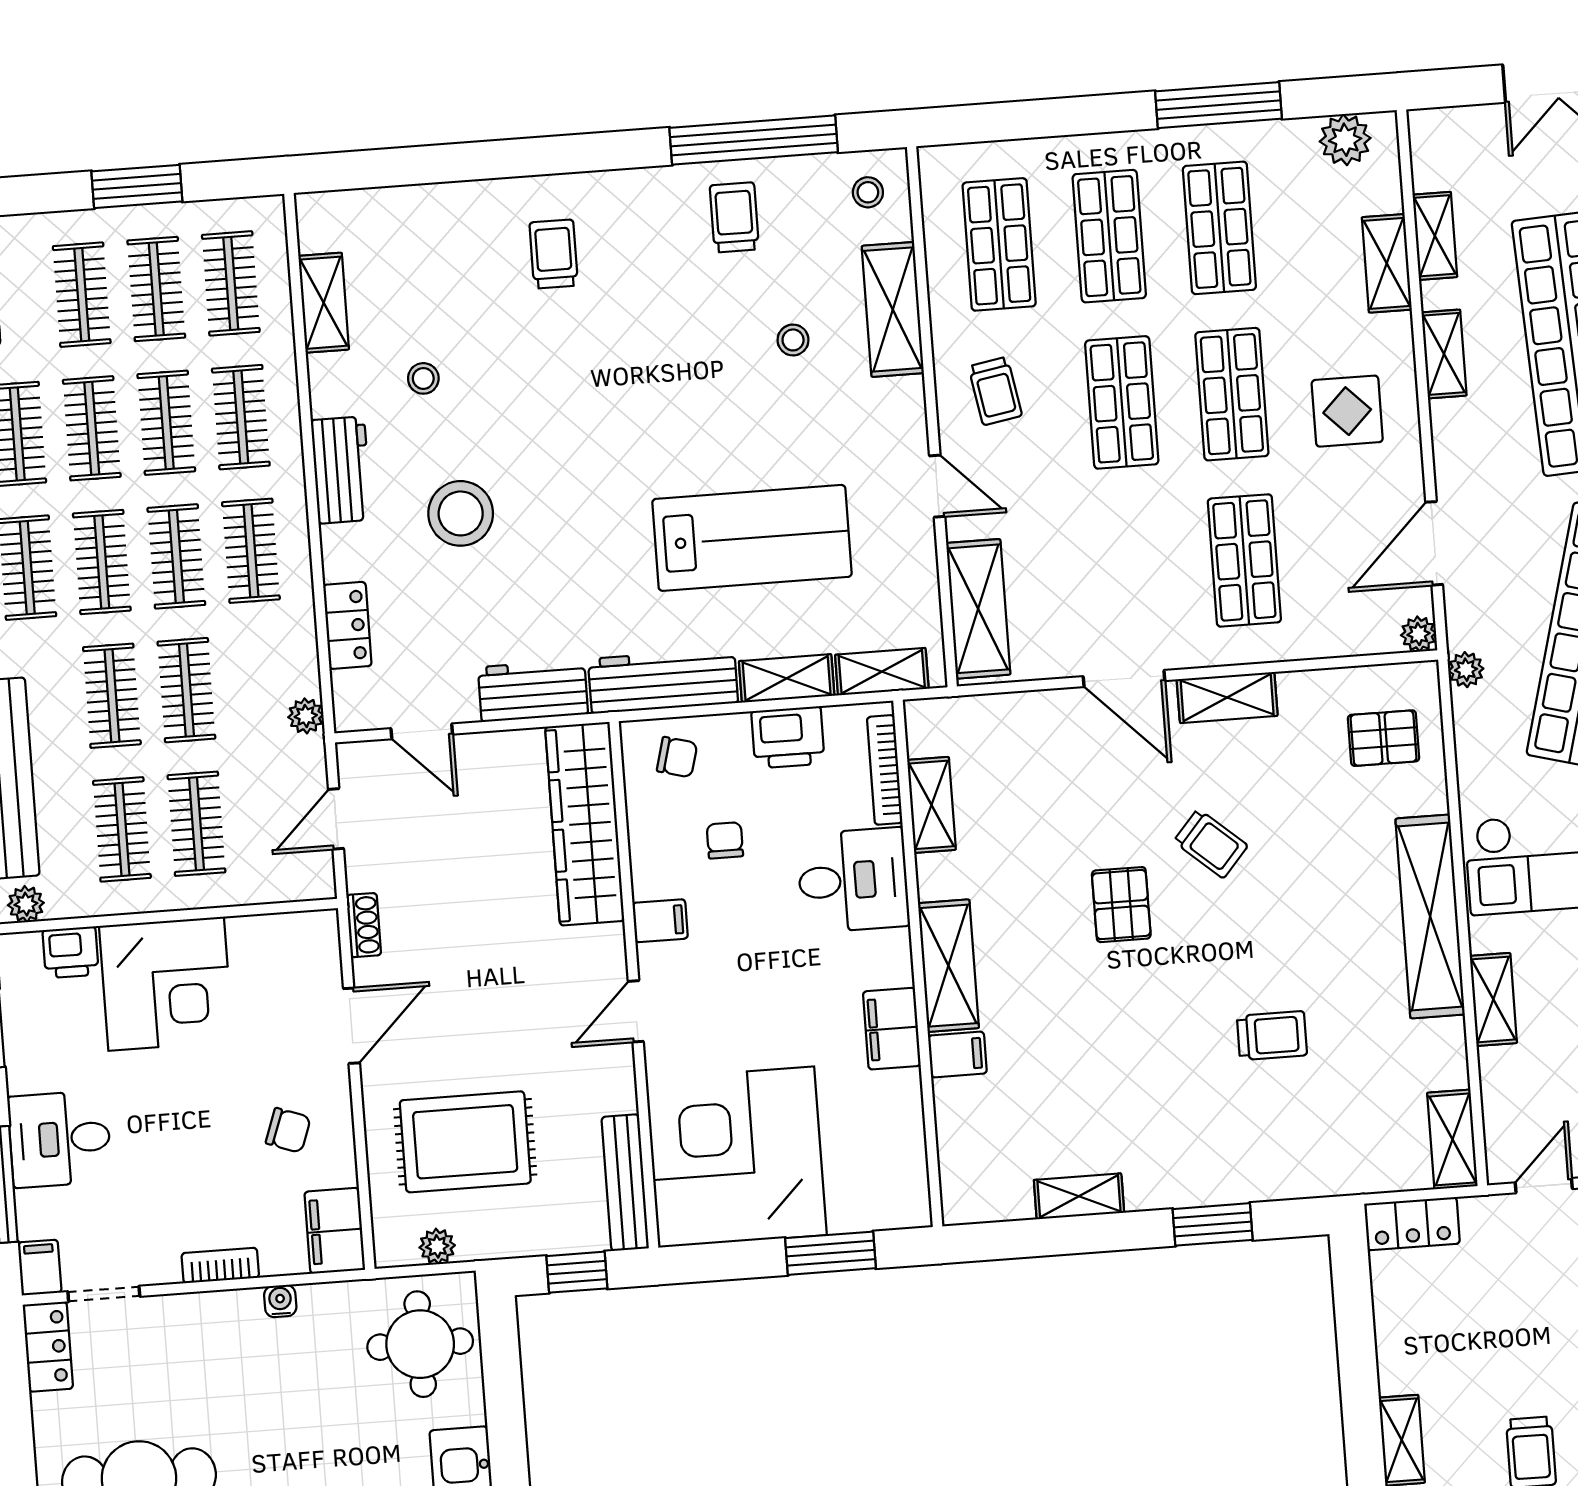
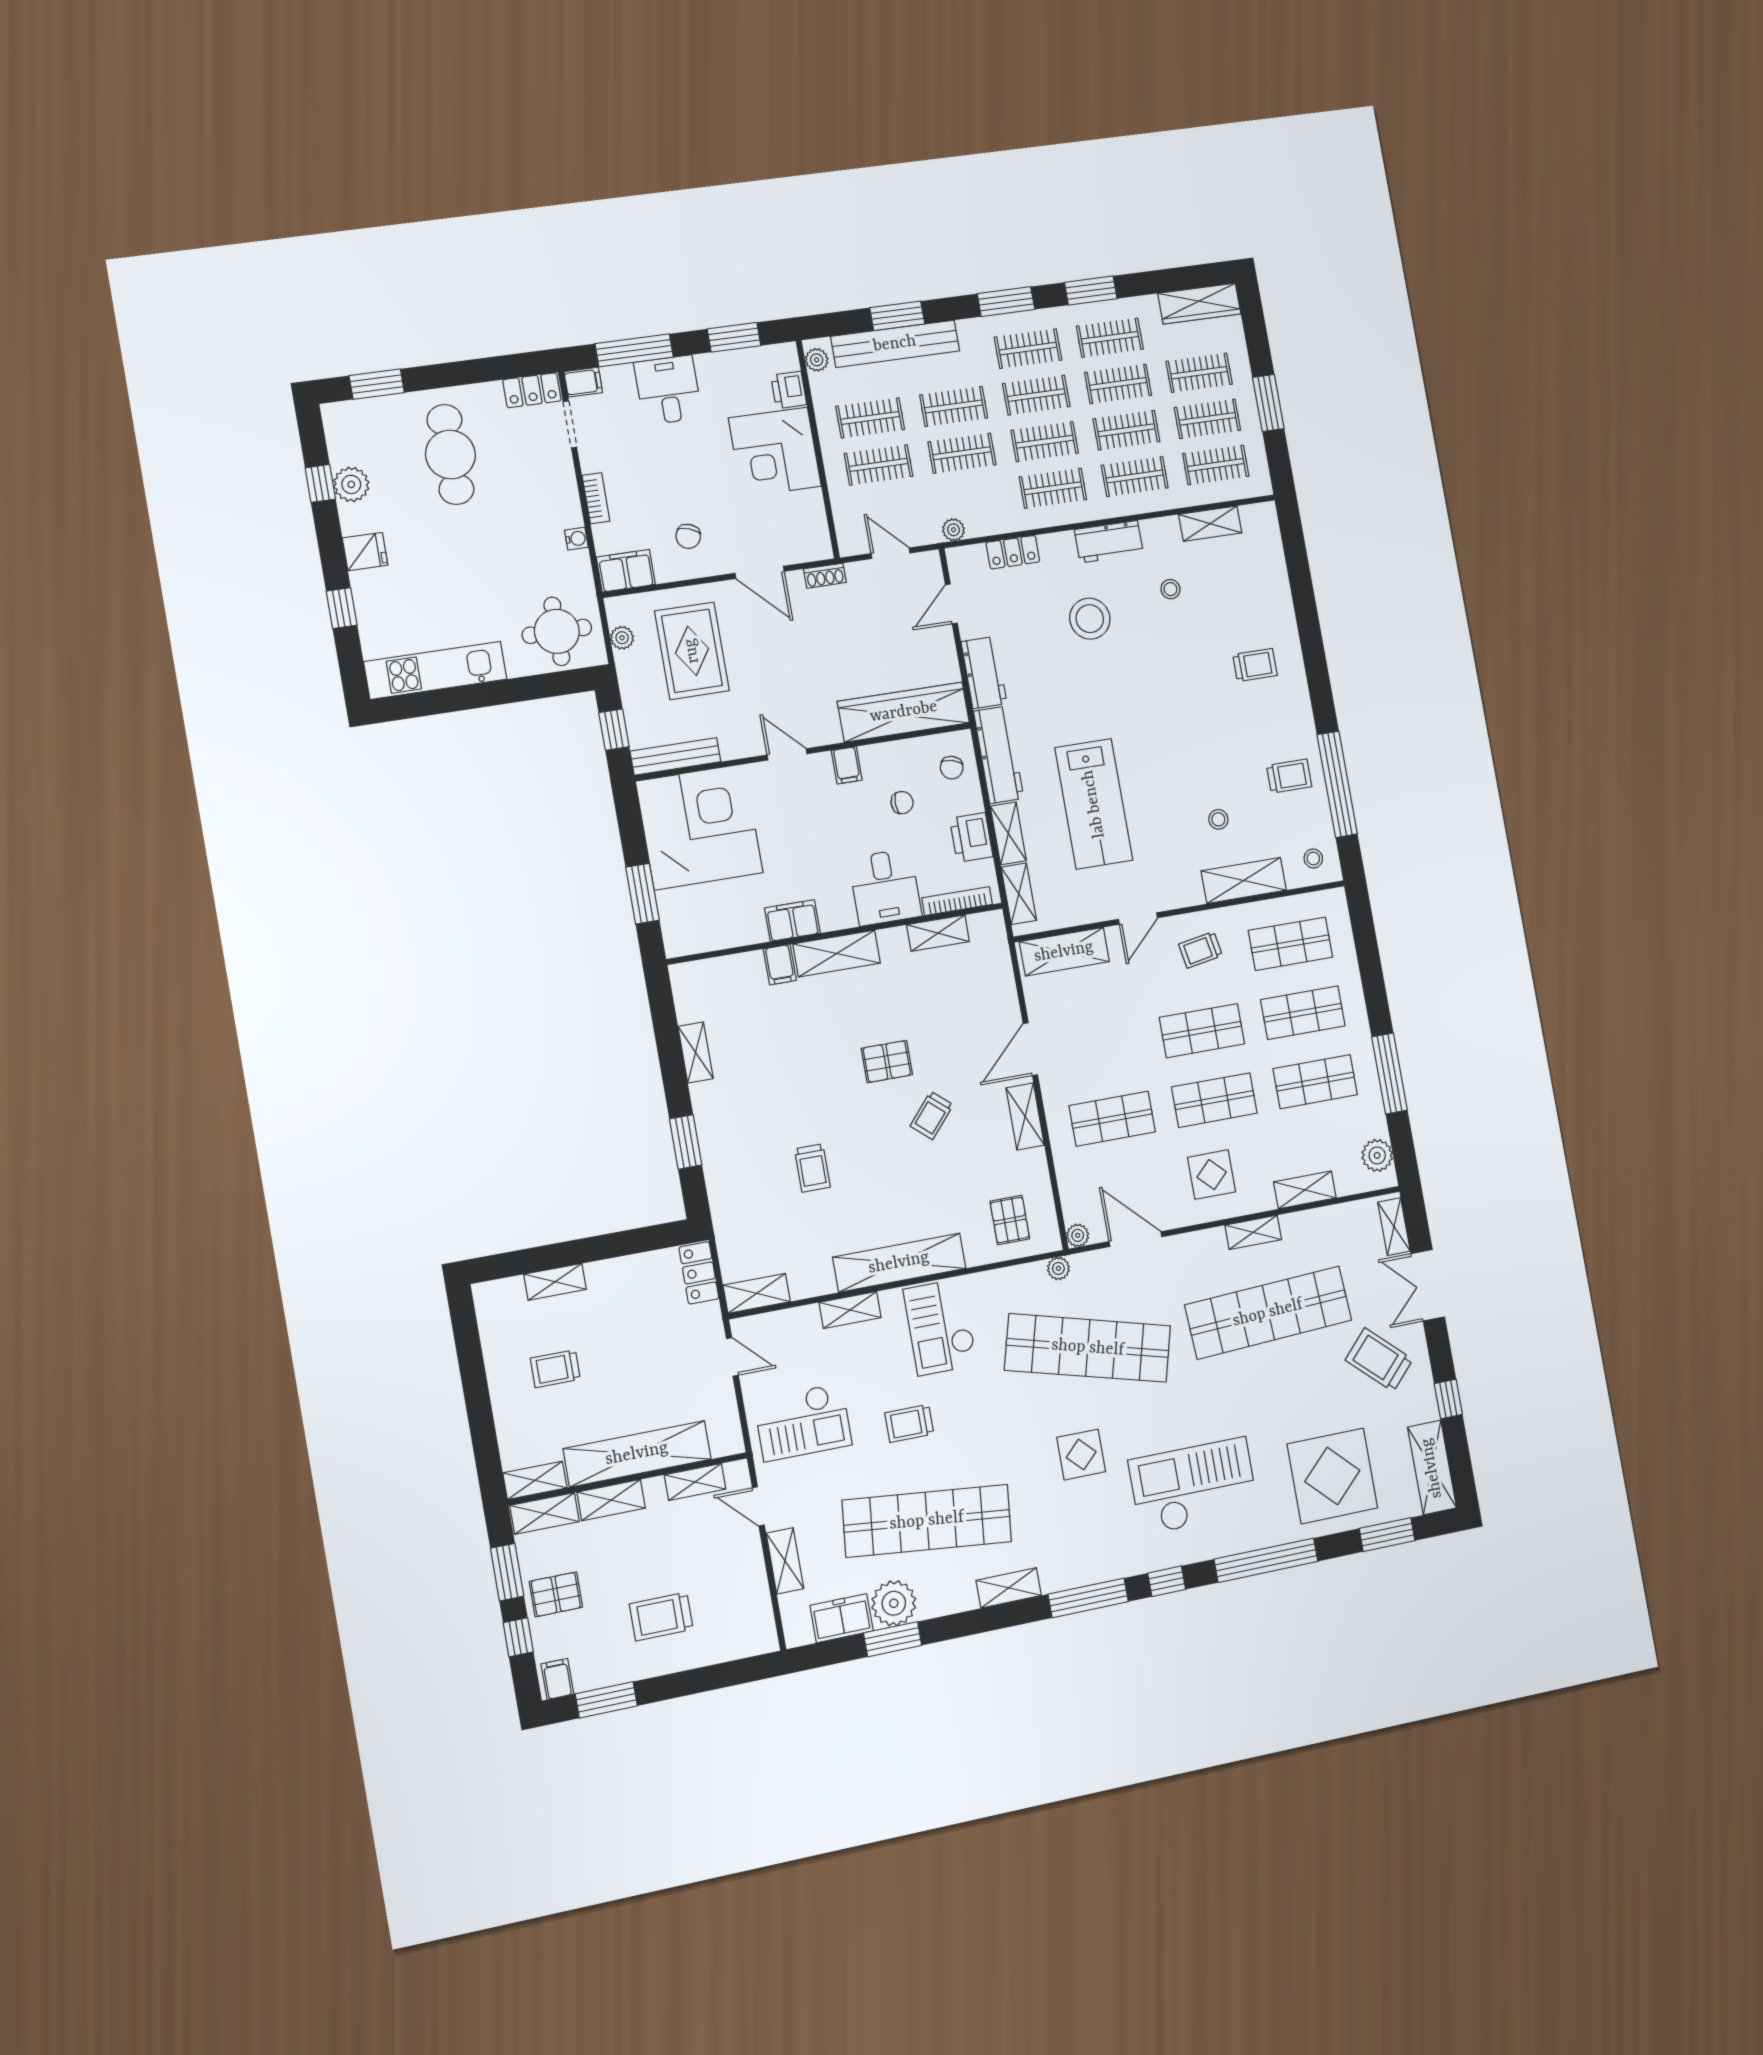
shelving: (1435, 236) -> (1394, 1227), moved, turned 90

